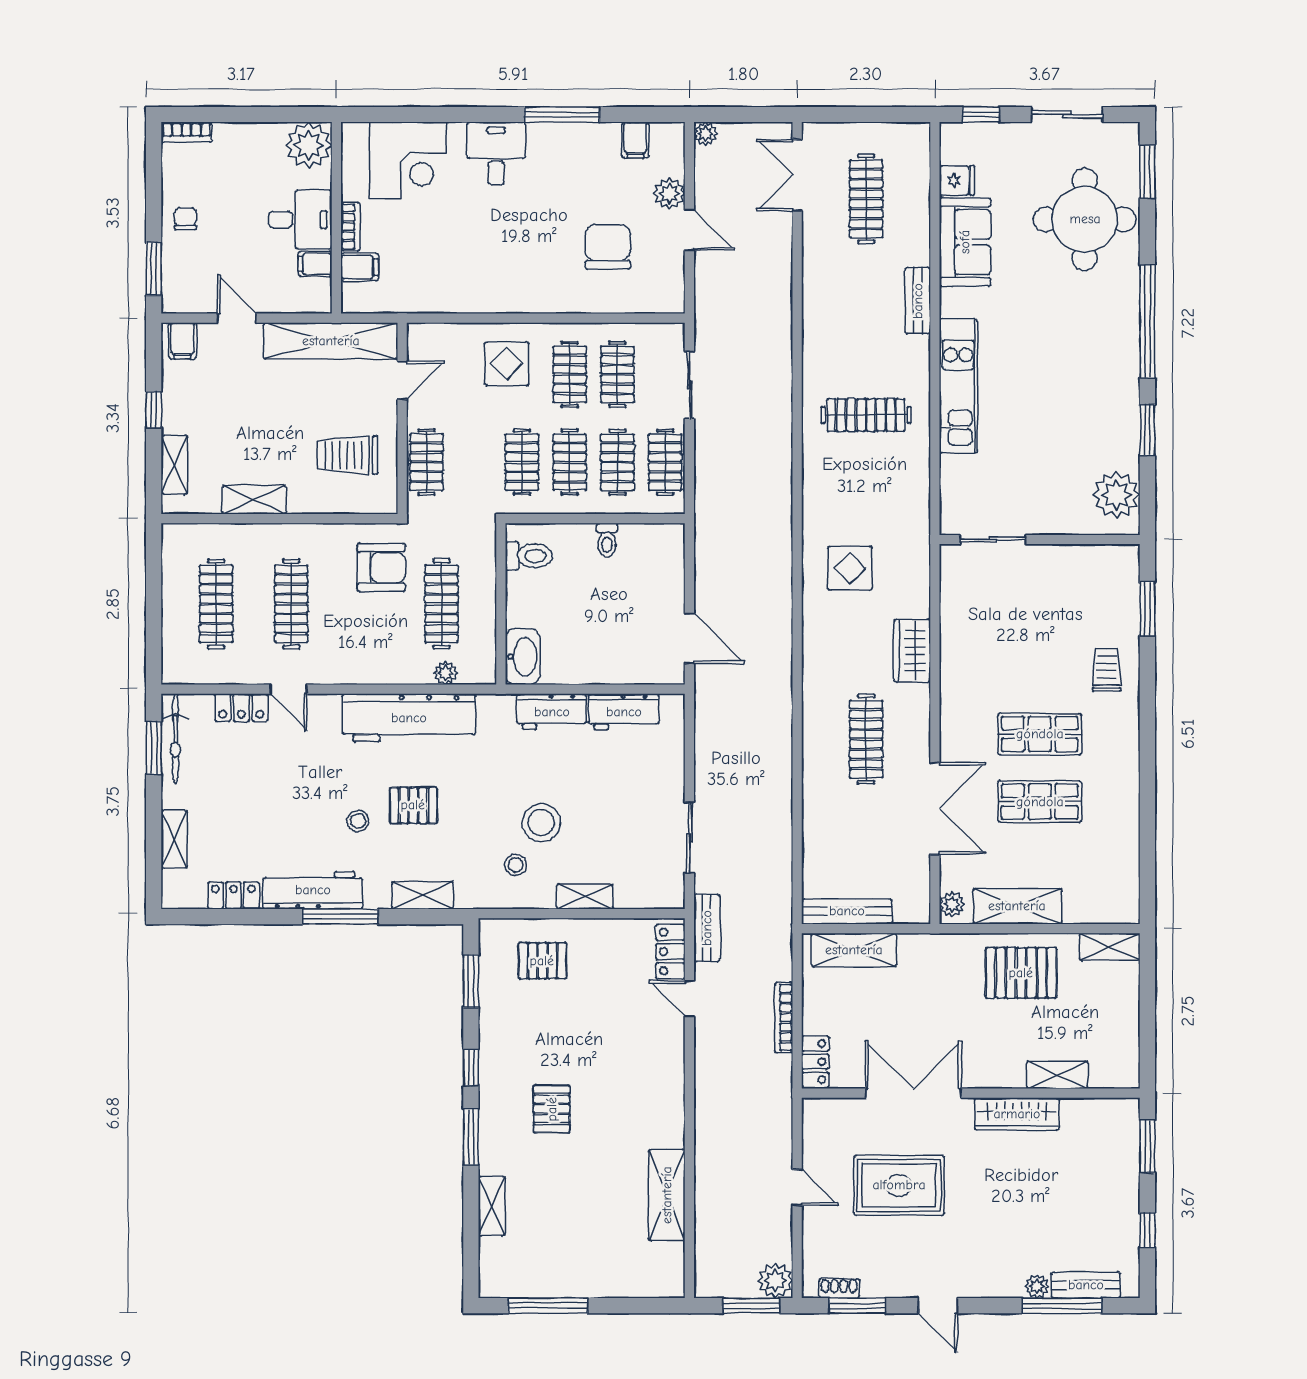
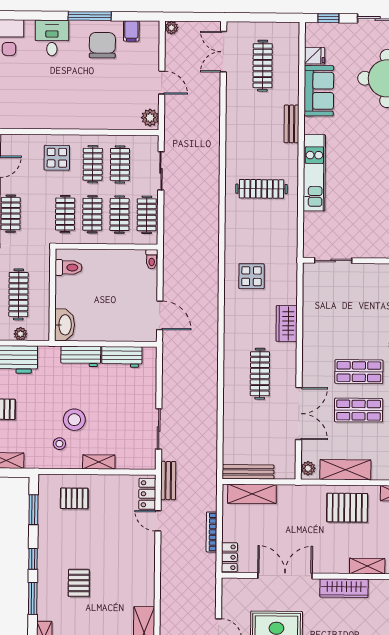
plant: (669, 194) -> (150, 118), moved
chair: (608, 247) -> (102, 45), moved
toilet: (607, 540) -> (152, 259), moved

